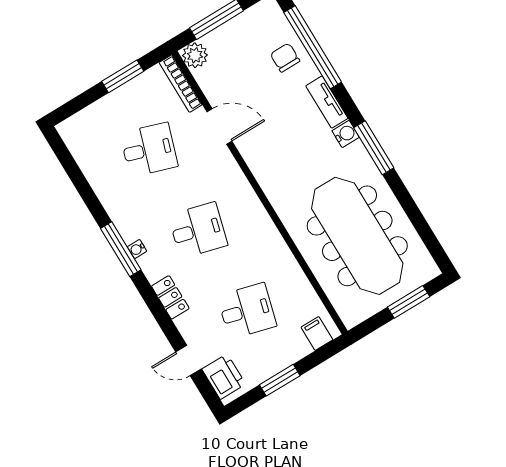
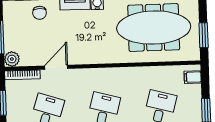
chair: (285, 58) -> (40, 13), turned -90
window: (409, 302) -> (204, 35), moved

